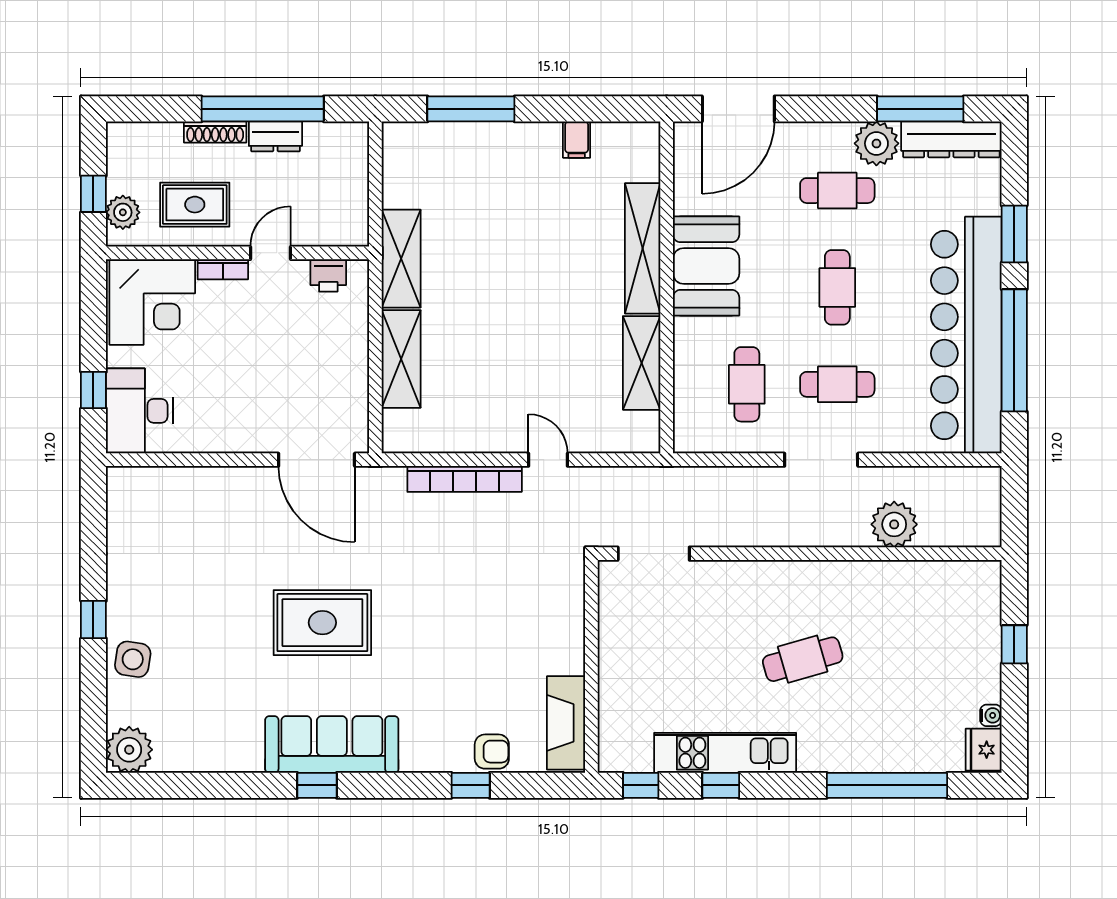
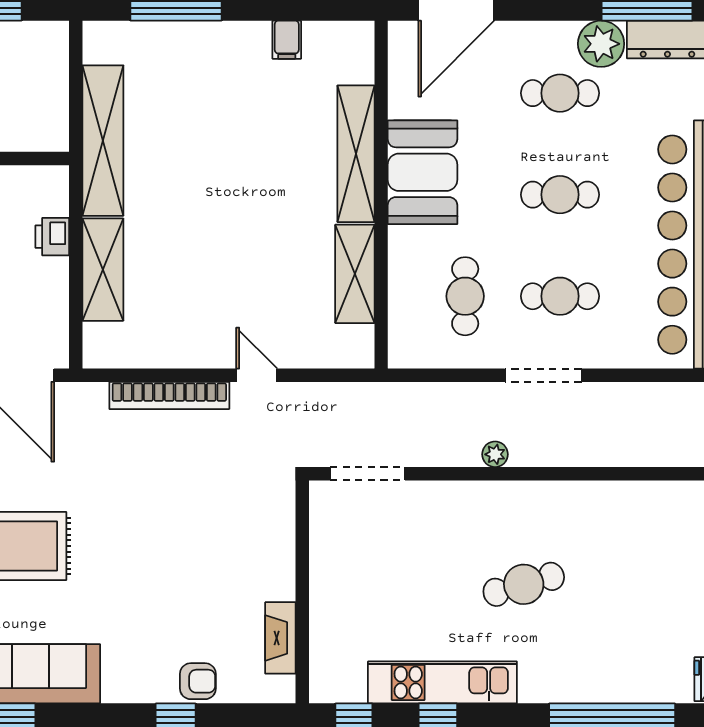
shelving: (401, 259) -> (103, 141), width x1.47
printer: (328, 275) -> (52, 237), moved, turned 90
cafe table: (837, 287) -> (560, 195), turned 90
plant: (894, 524) -> (495, 454), moved, width x0.53, depth x0.53
fireplace: (566, 723) -> (280, 638), width x0.73, depth x0.76

